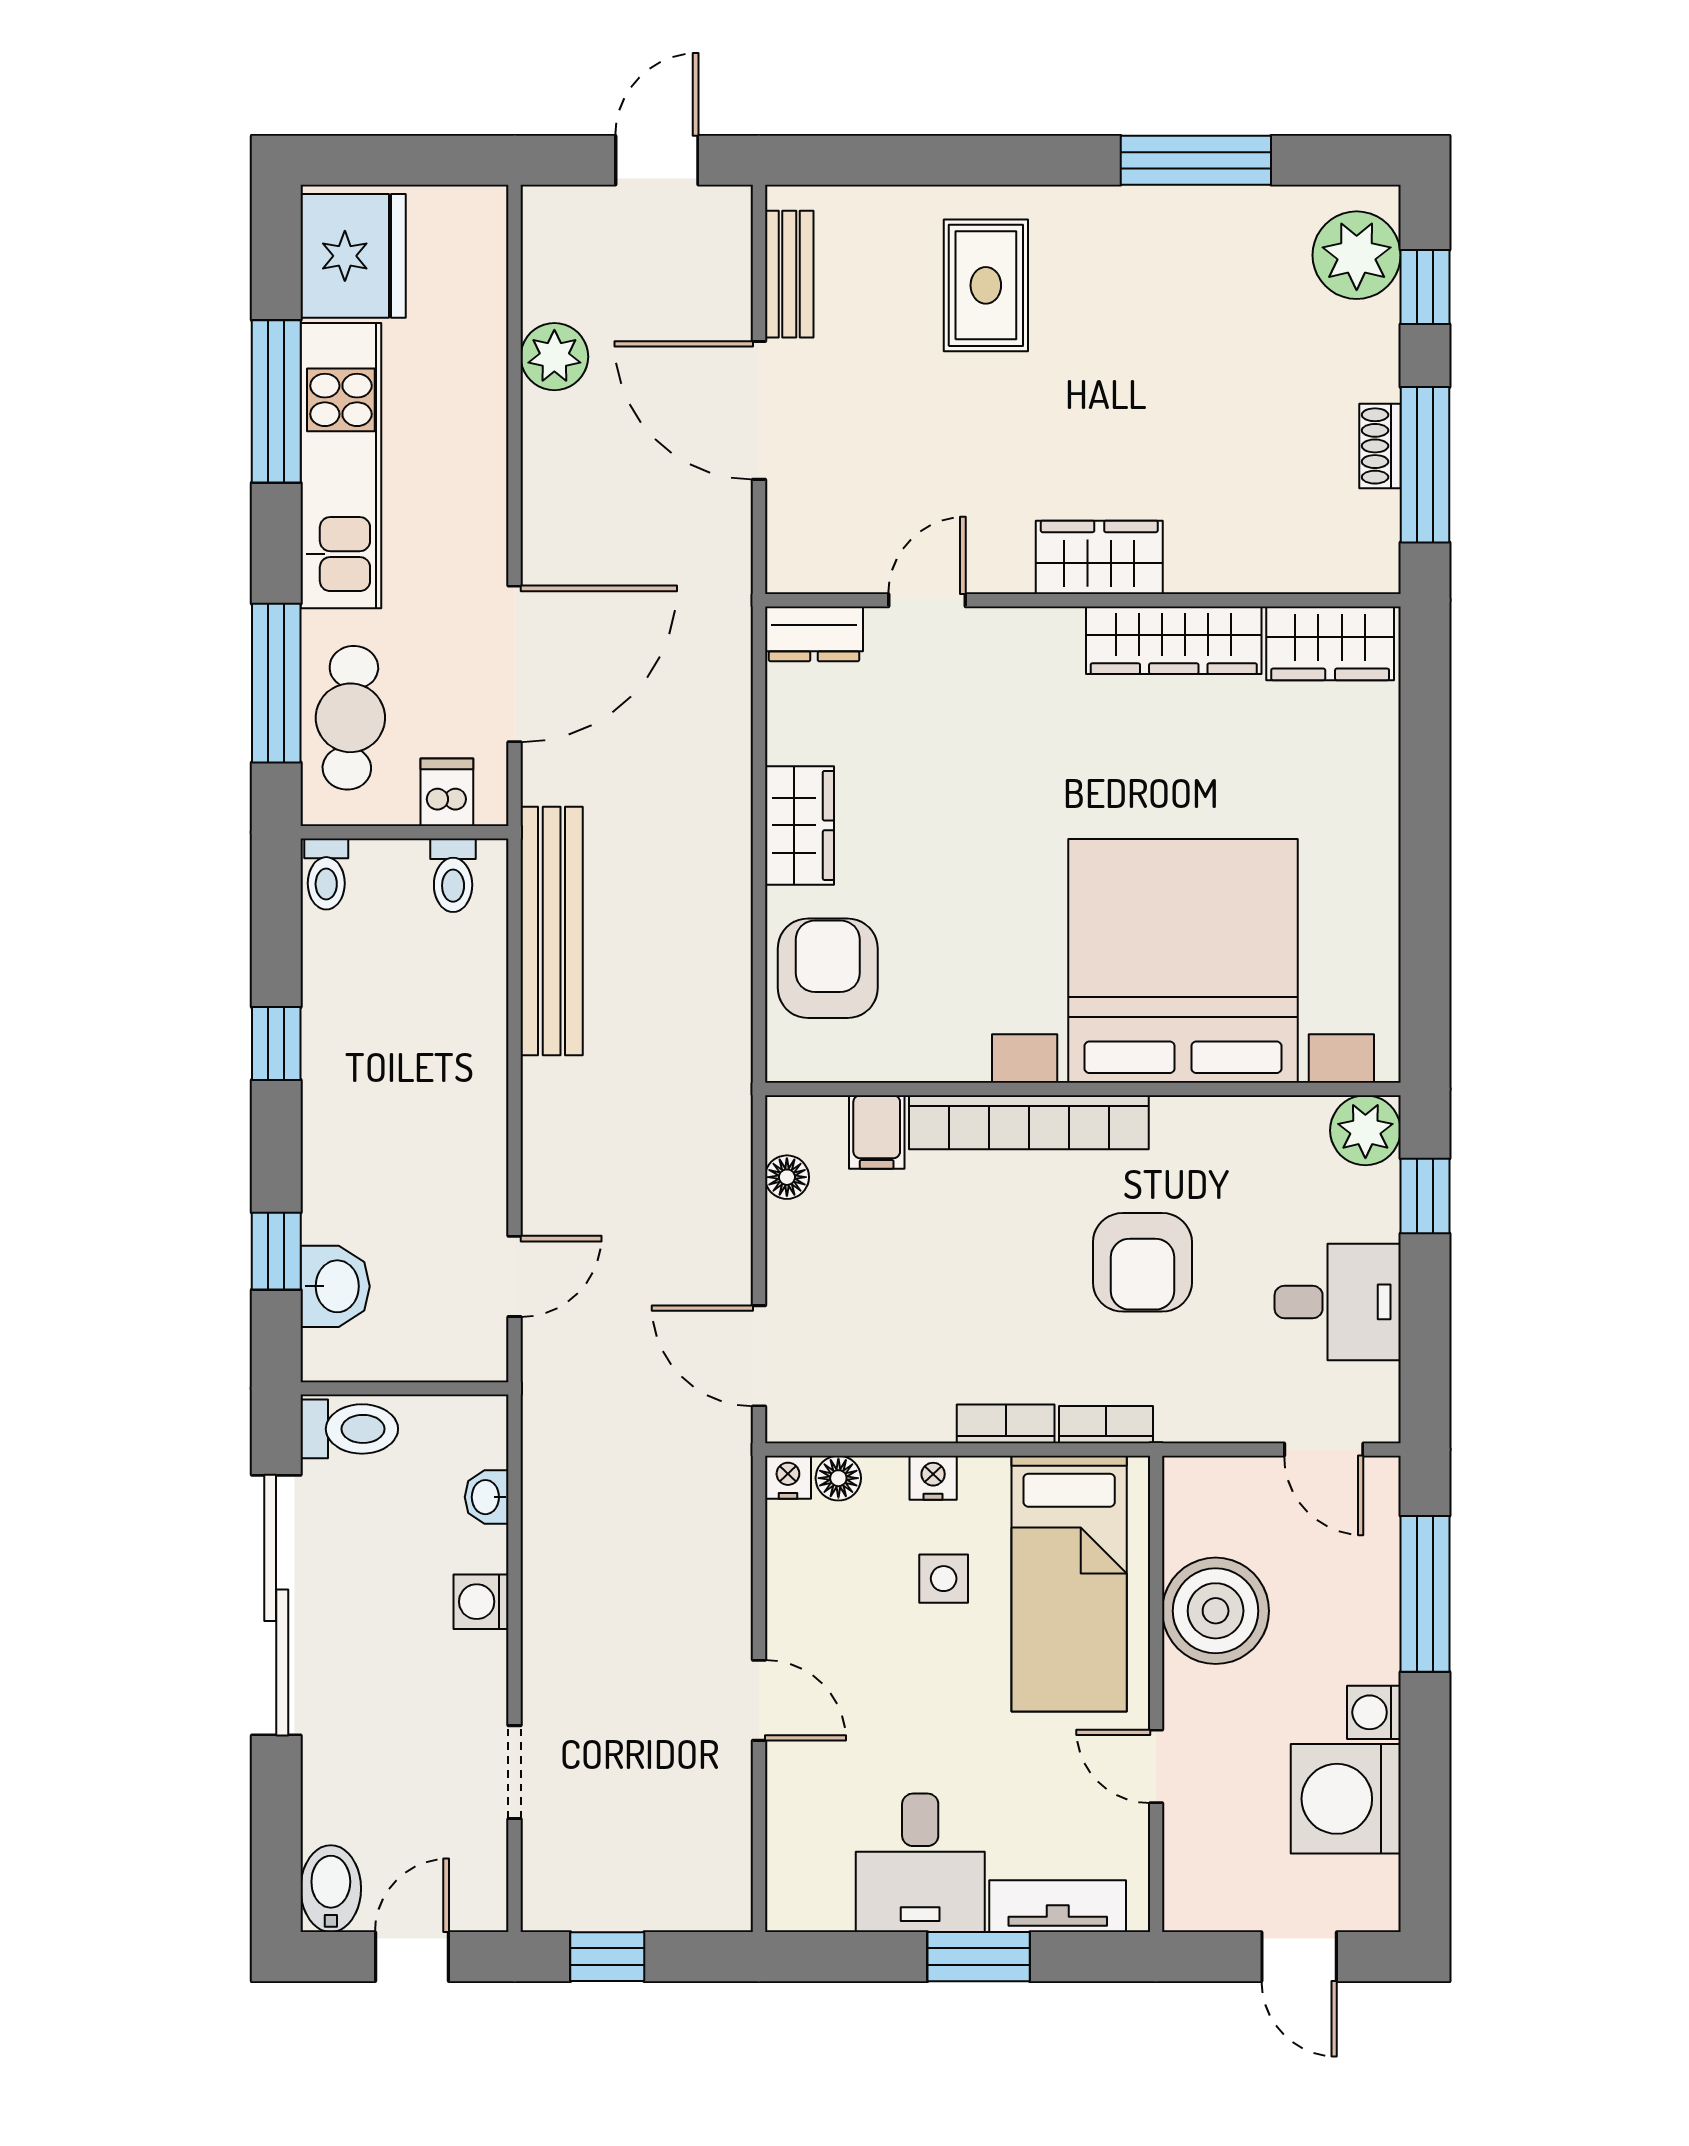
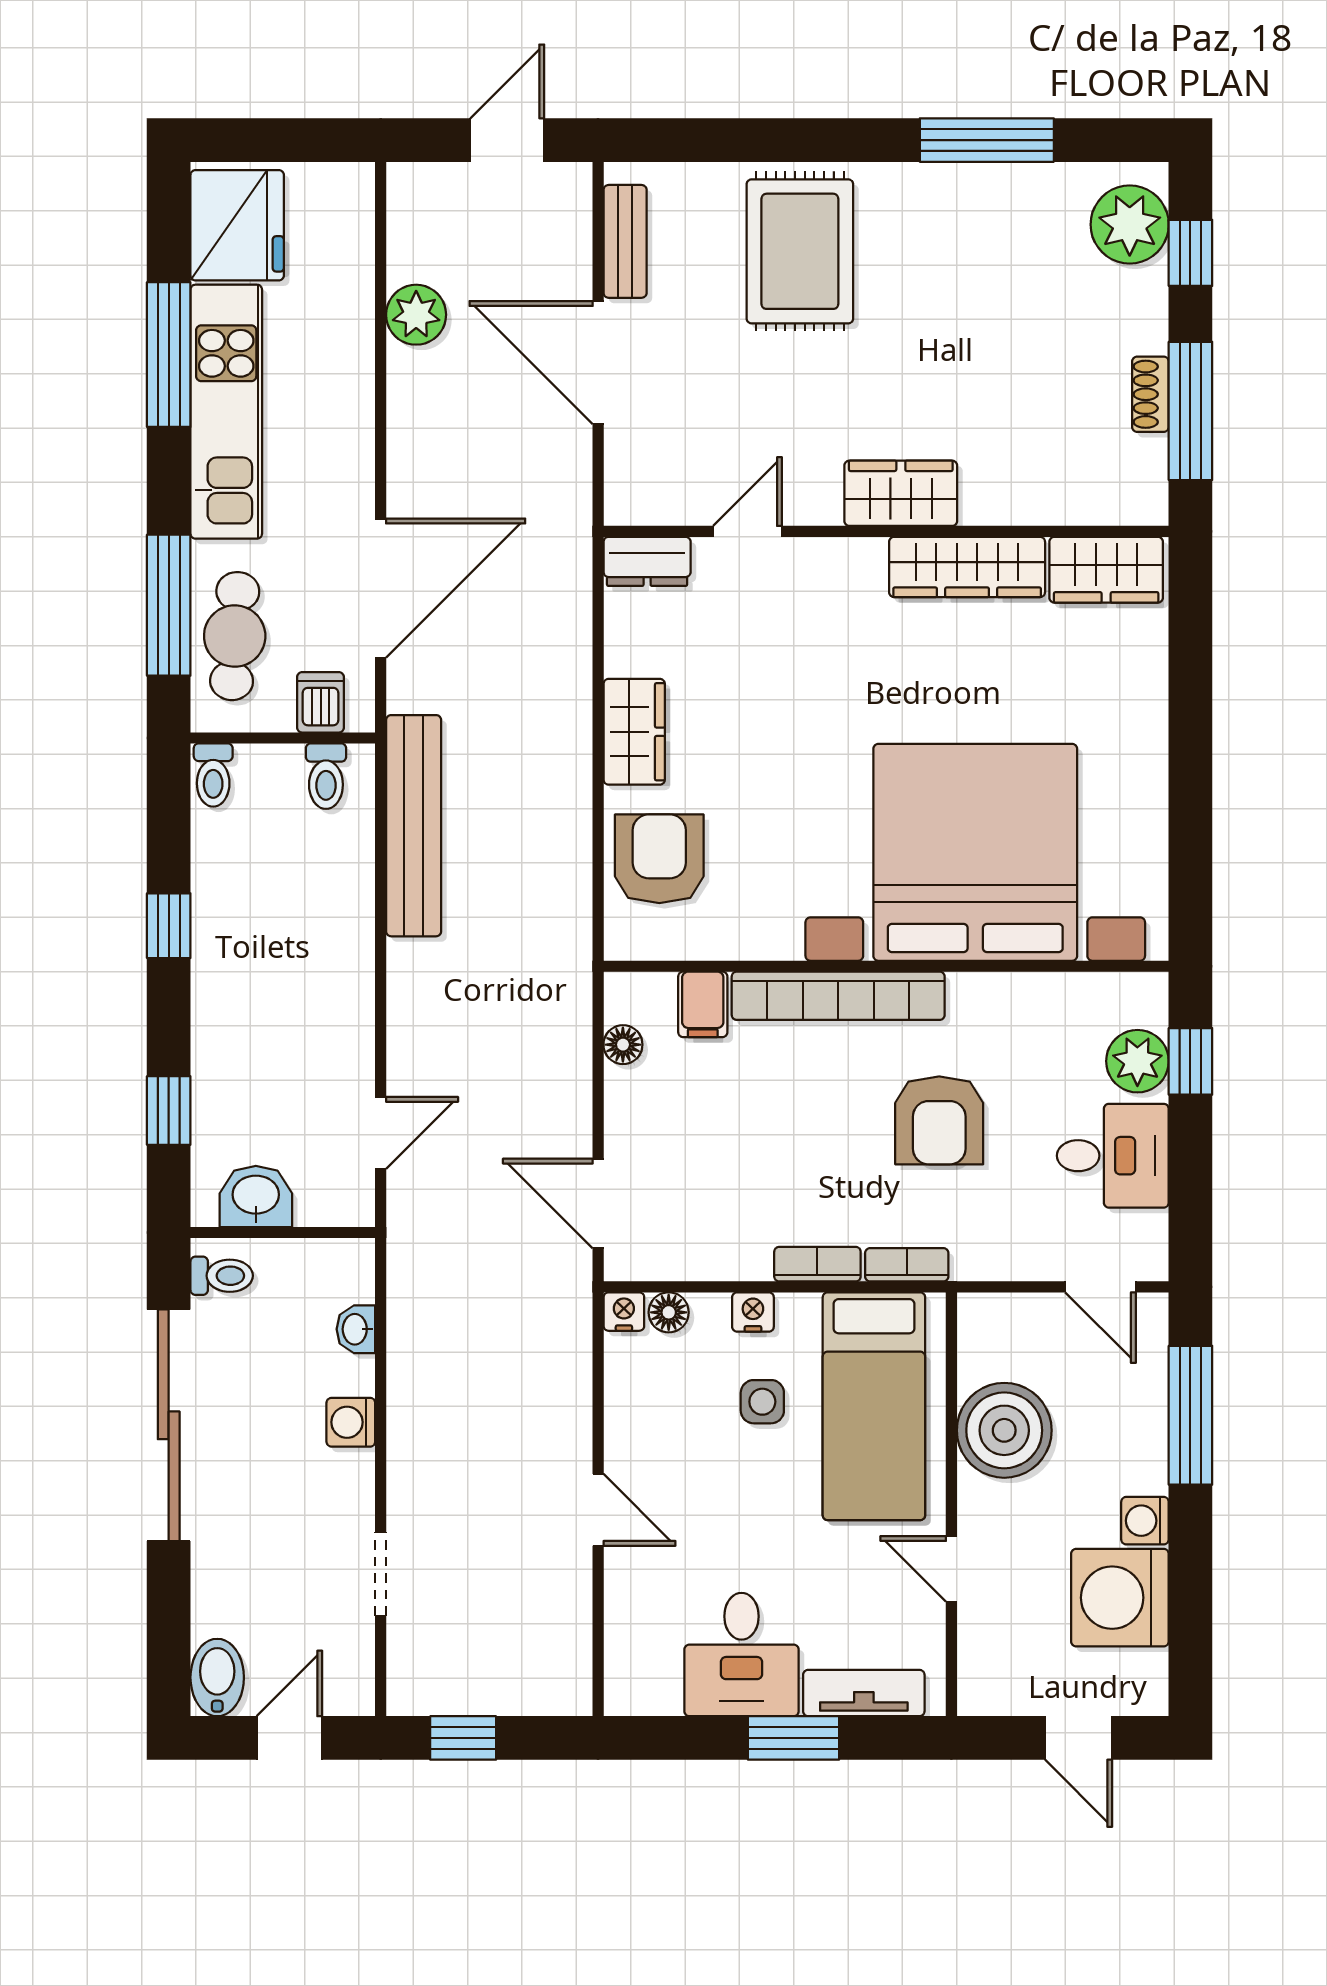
rug: (986, 285) -> (800, 251), width x1.36, depth x1.43
plant: (1365, 1130) -> (1137, 1061), moved
washbasin: (335, 1286) -> (256, 1196), moved, turned -90
toilet: (349, 1429) -> (222, 1276), width x0.73, depth x0.72

